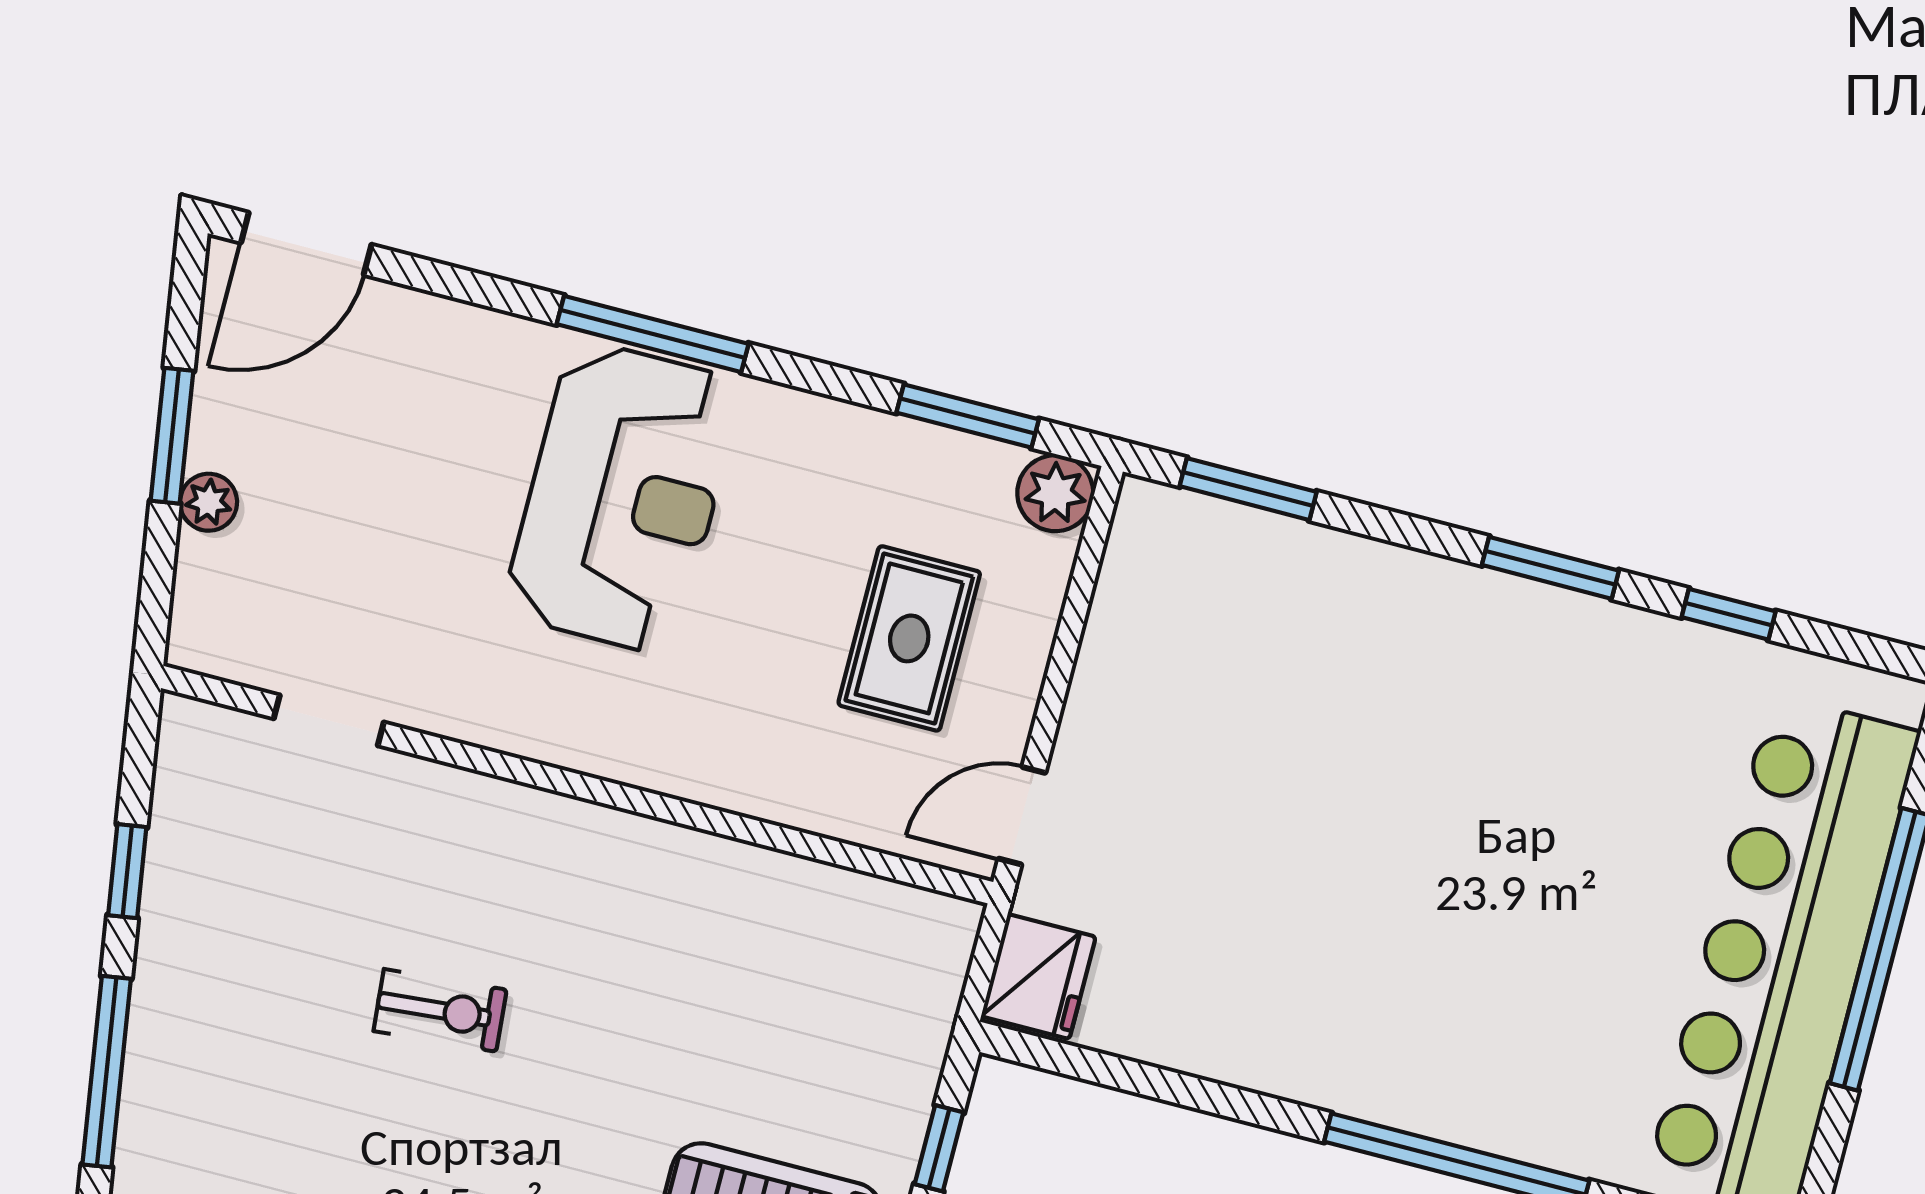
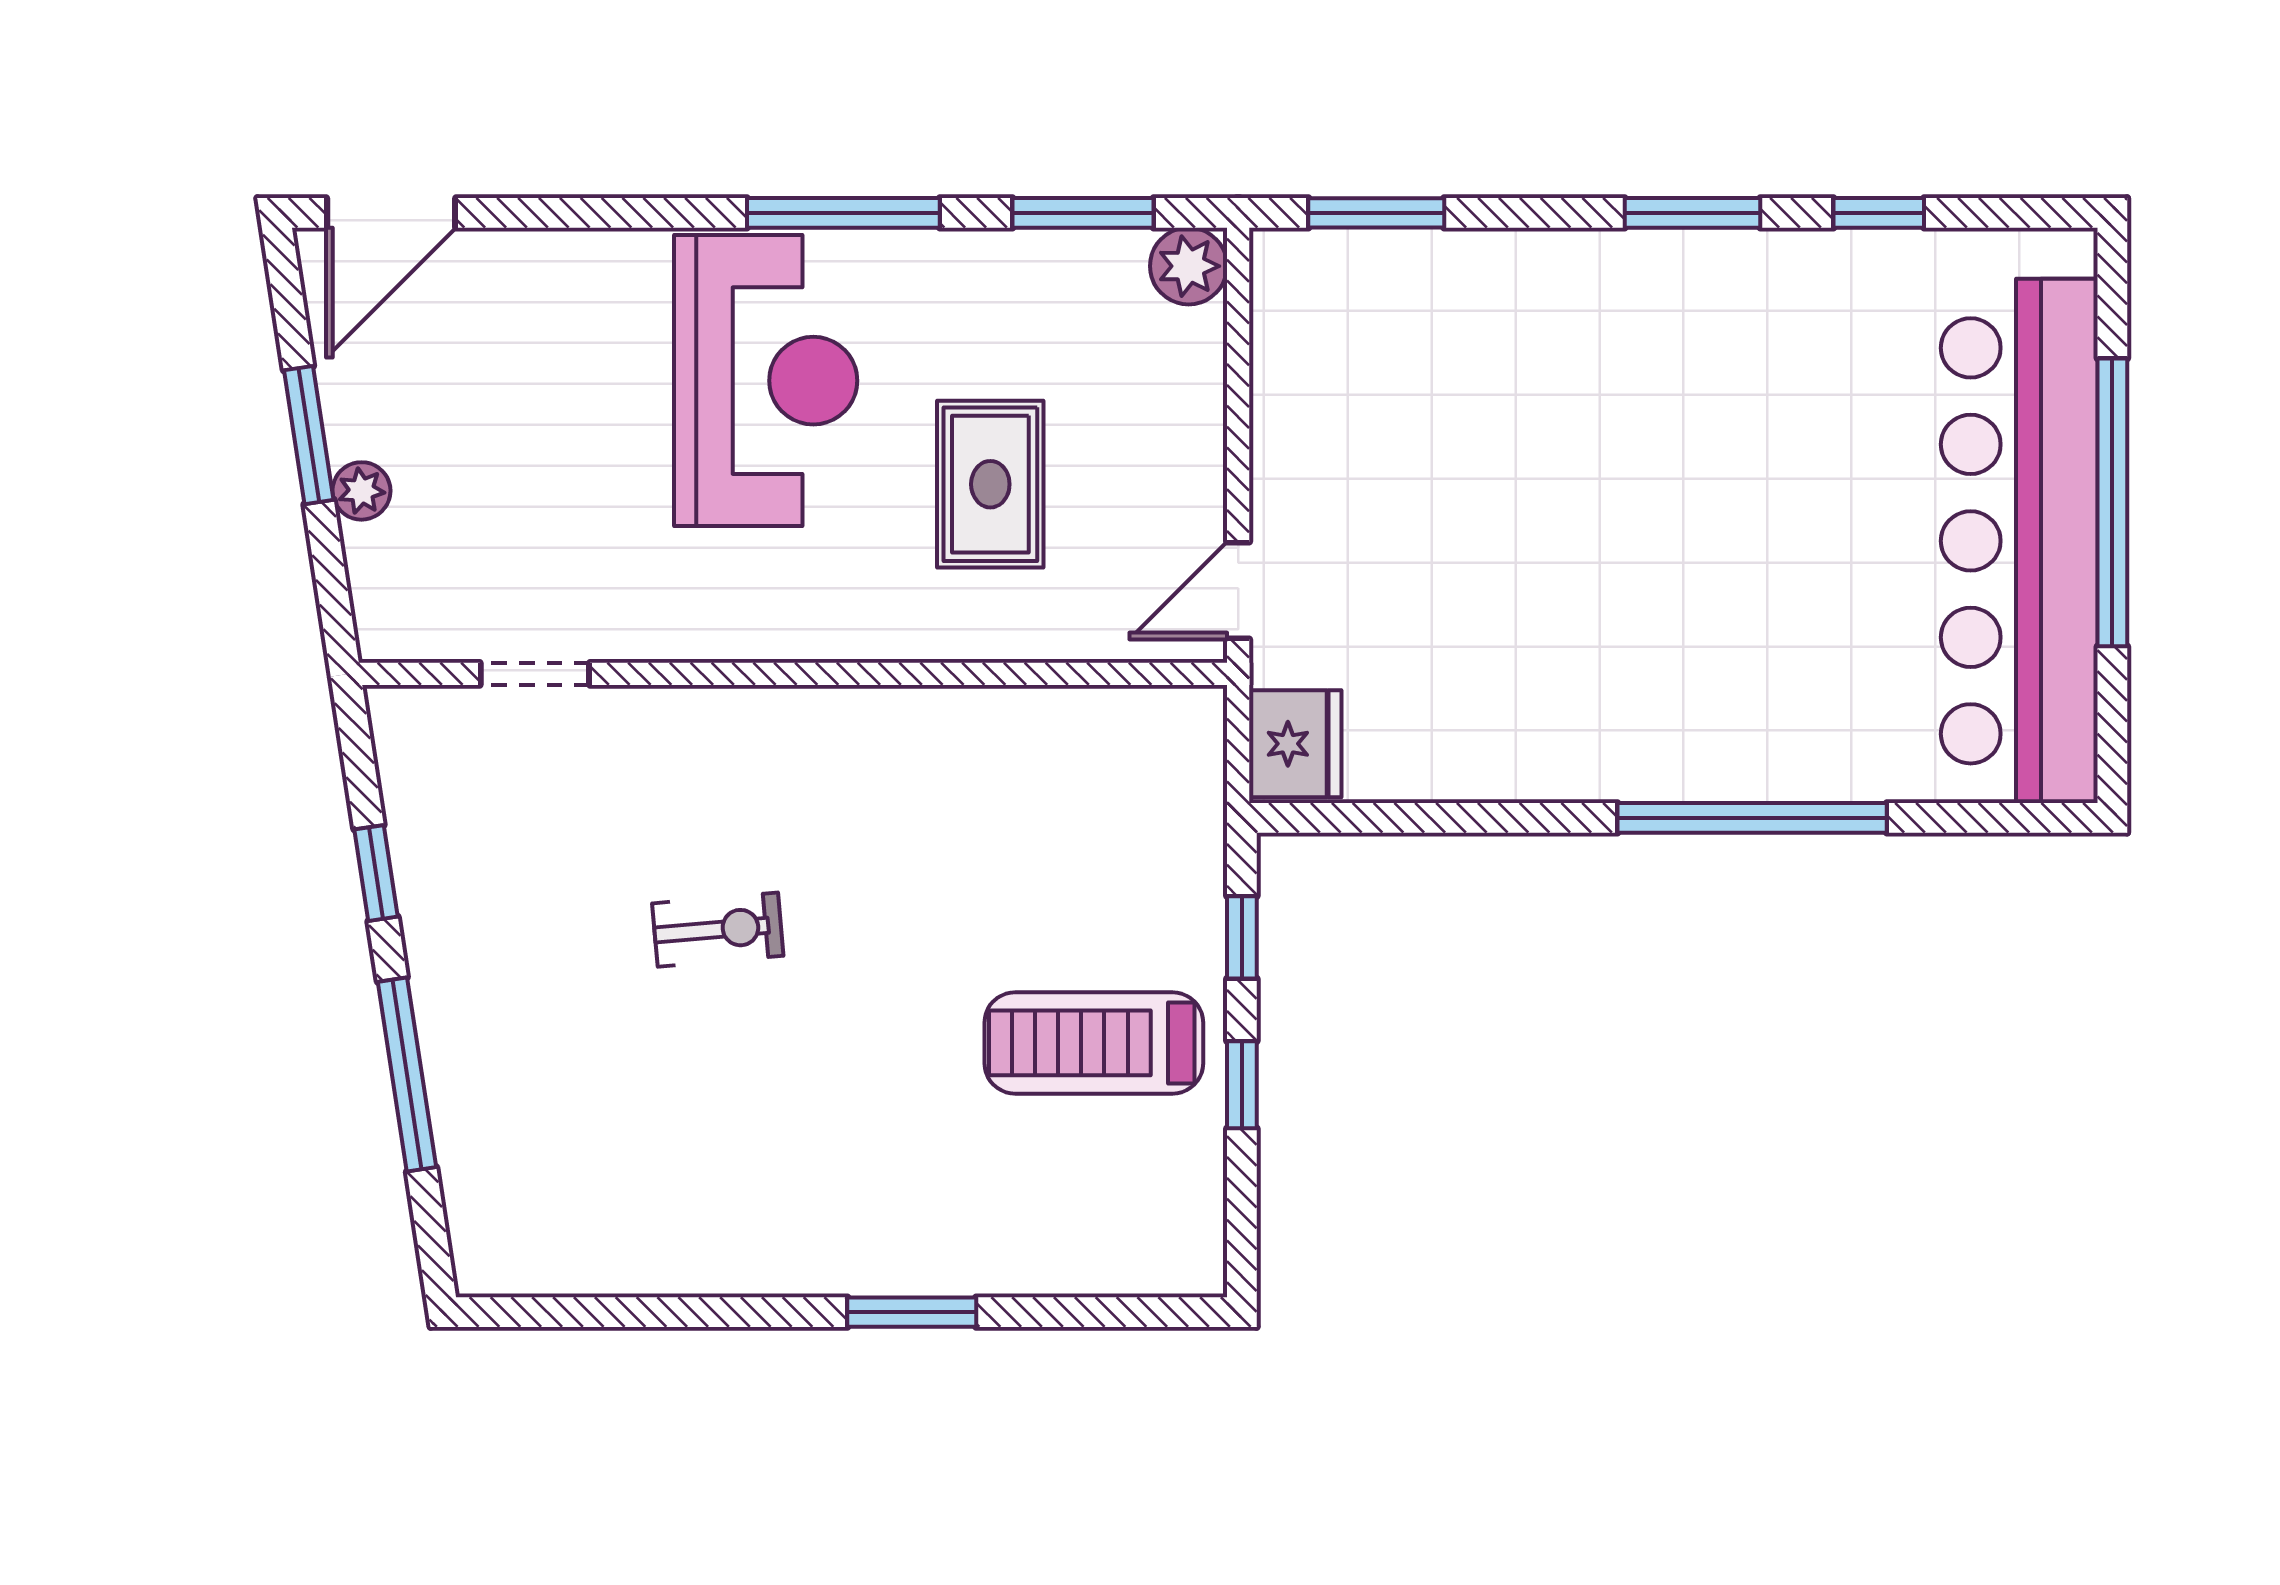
window: (653, 334) -> (843, 213), moved
rug: (909, 638) -> (990, 484), moved

